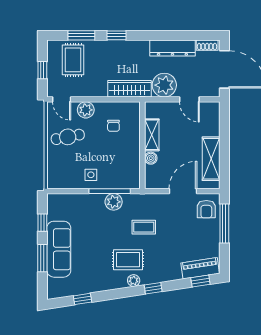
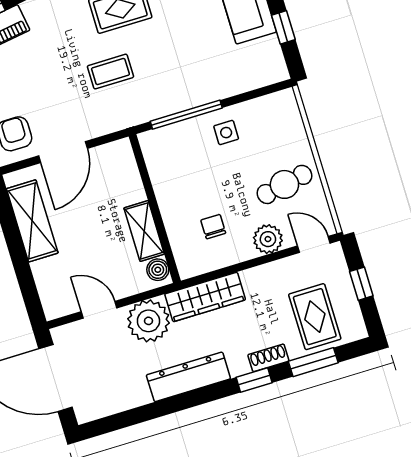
shoe rack: (207, 45) -> (268, 358), moved
dresser: (172, 48) -> (188, 377), moved
boiler: (151, 158) -> (158, 270), moved
plant: (114, 202) -> (174, 99), removed

